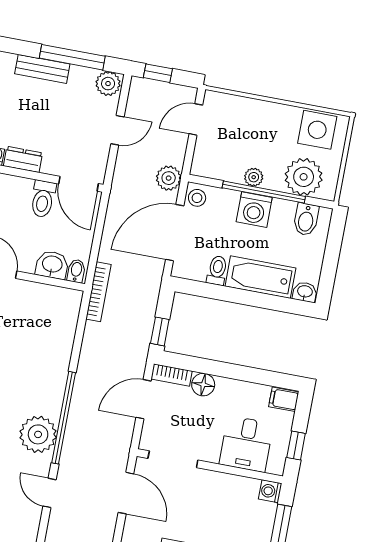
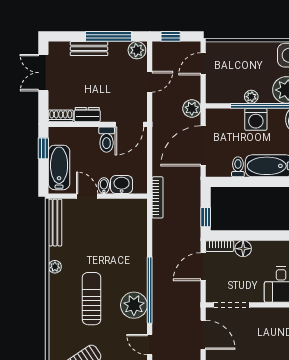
door: (79, 184) -> (129, 124), hinge flipped
stool: (197, 198) -> (214, 119), removed
bidet: (76, 271) -> (104, 186), moved

